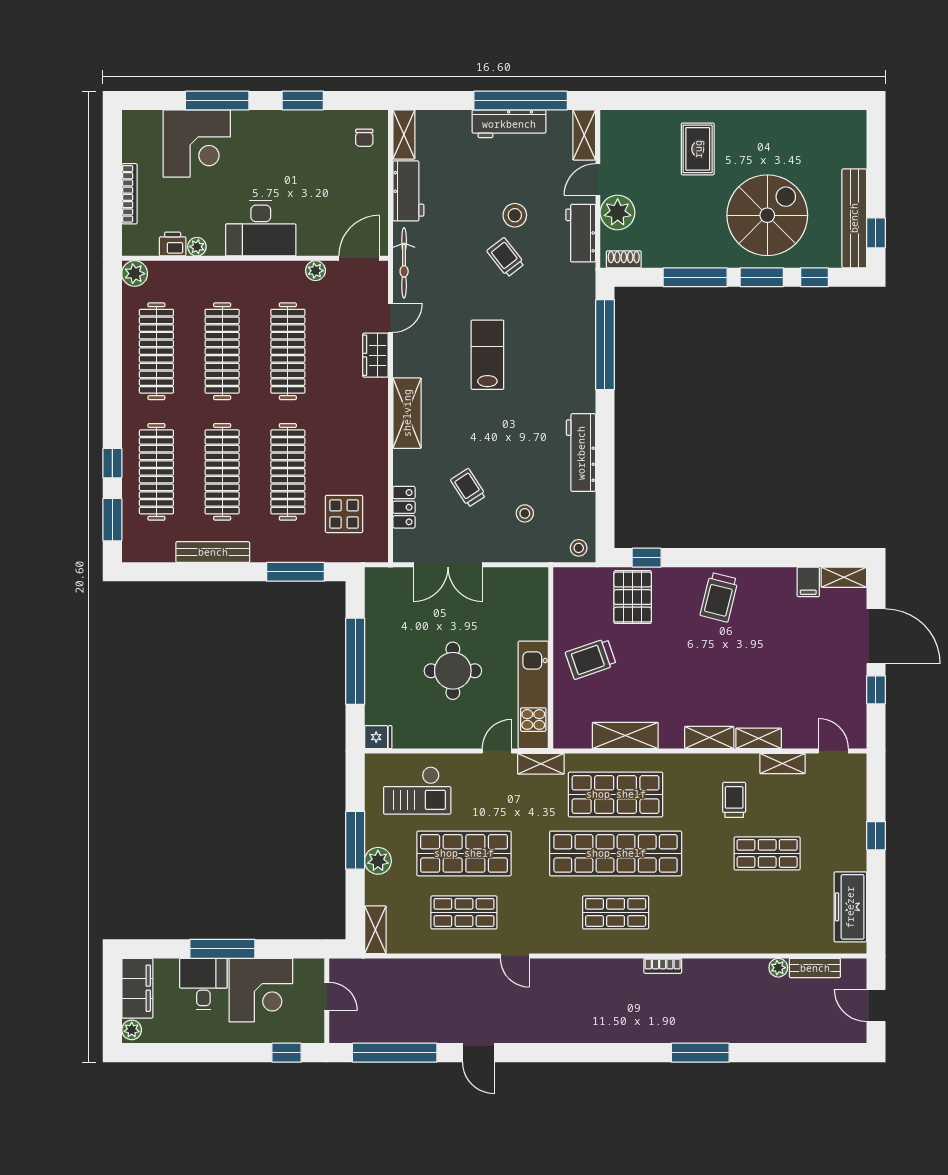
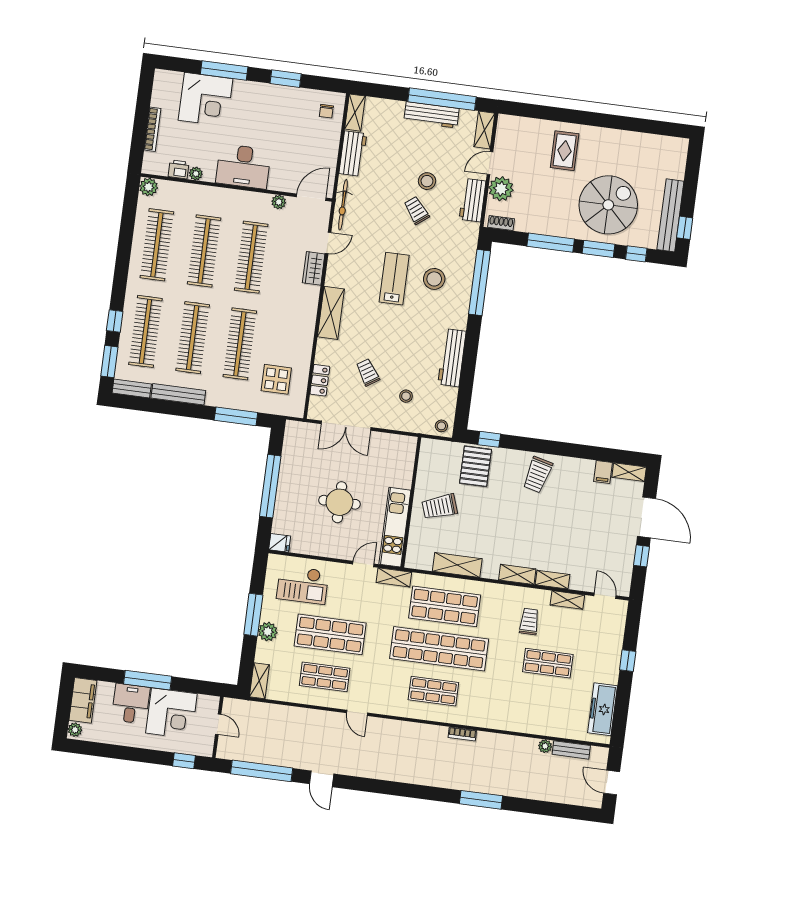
stool: (542, 348) -> (434, 279), added
bench: (148, 552) -> (132, 388), added

